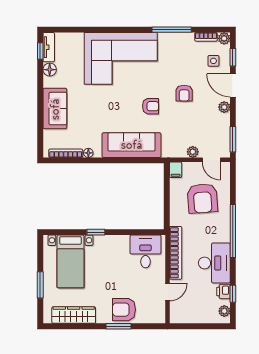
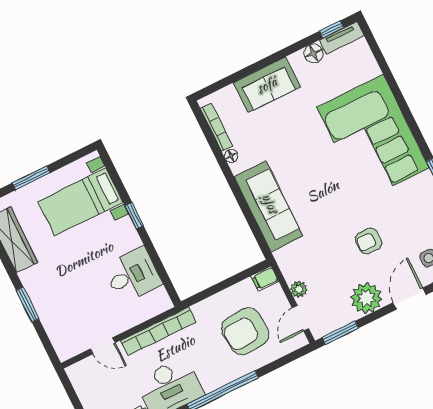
armchair: (151, 106) -> (331, 206), removed
plant: (224, 107) -> (366, 298), width x1.87, depth x1.87
desk: (145, 251) -> (133, 275), moved
armchair: (124, 310) -> (53, 301), removed

